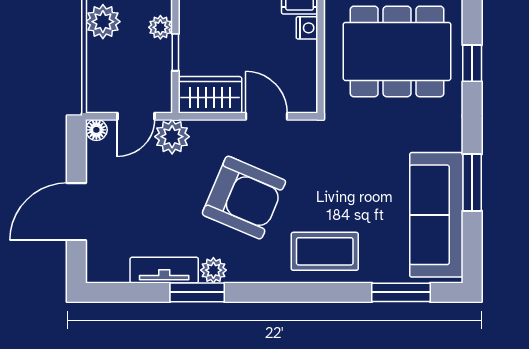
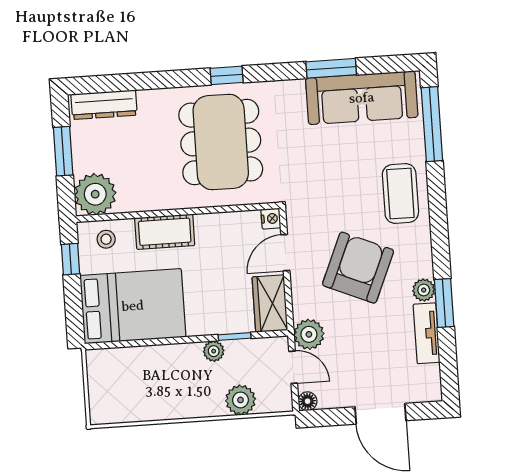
plant: (103, 22) -> (240, 400), moved
nightstand: (307, 28) -> (271, 219), moved, turned 90
window: (401, 292) -> (432, 124), width x1.44

